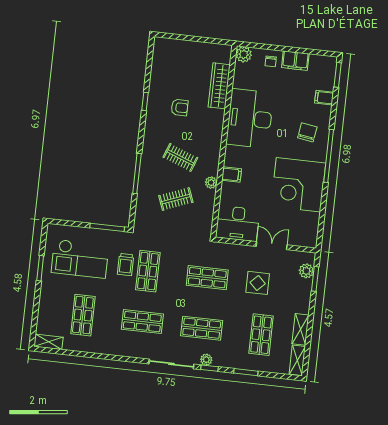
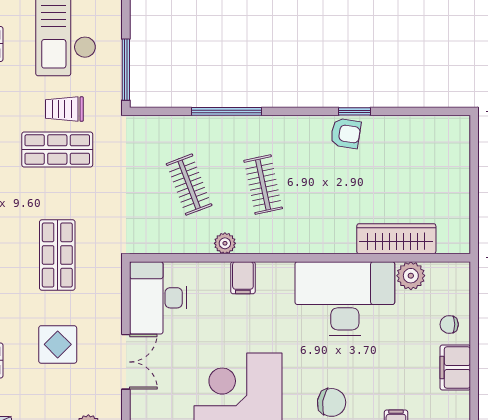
plant: (244, 54) -> (411, 276), moved
armchair: (180, 108) -> (346, 133), moved, turned -81
clothes rail: (180, 157) -> (263, 185), turned -33

